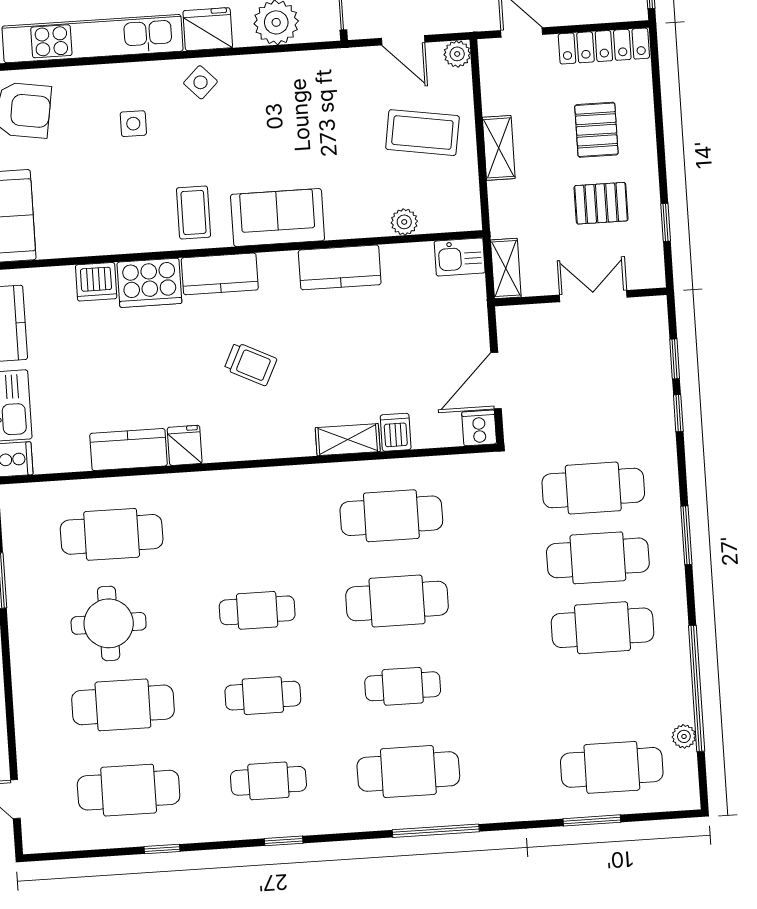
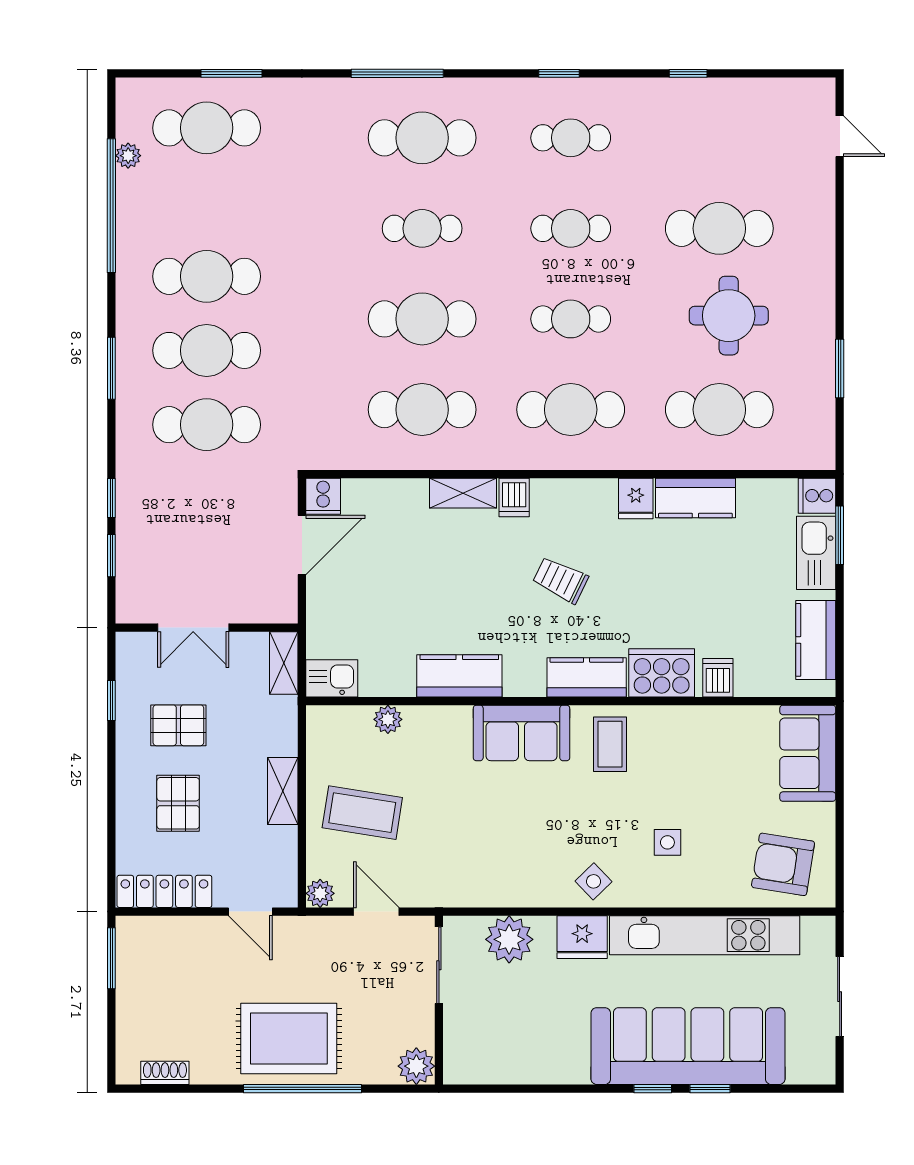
dishwasher: (96, 282) -> (718, 678), width x0.73
dishwasher: (396, 432) -> (514, 498), moved
cafe table: (129, 790) -> (571, 410), moved

